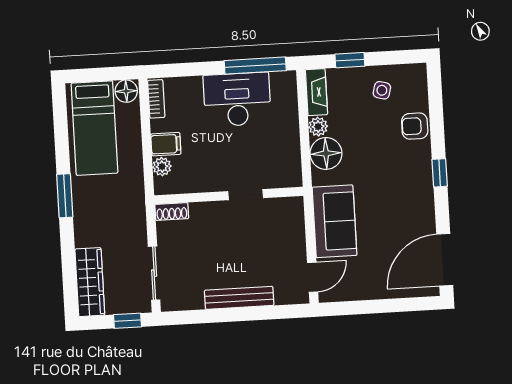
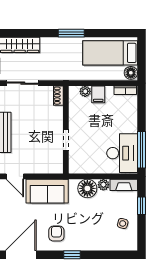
desk: (237, 99) -> (122, 153), moved
armchair: (415, 126) -> (56, 234), moved
door: (445, 260) -> (21, 255), hinge flipped

